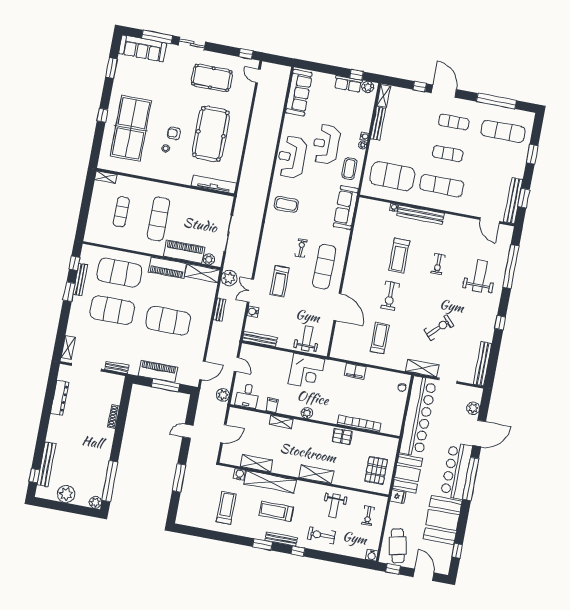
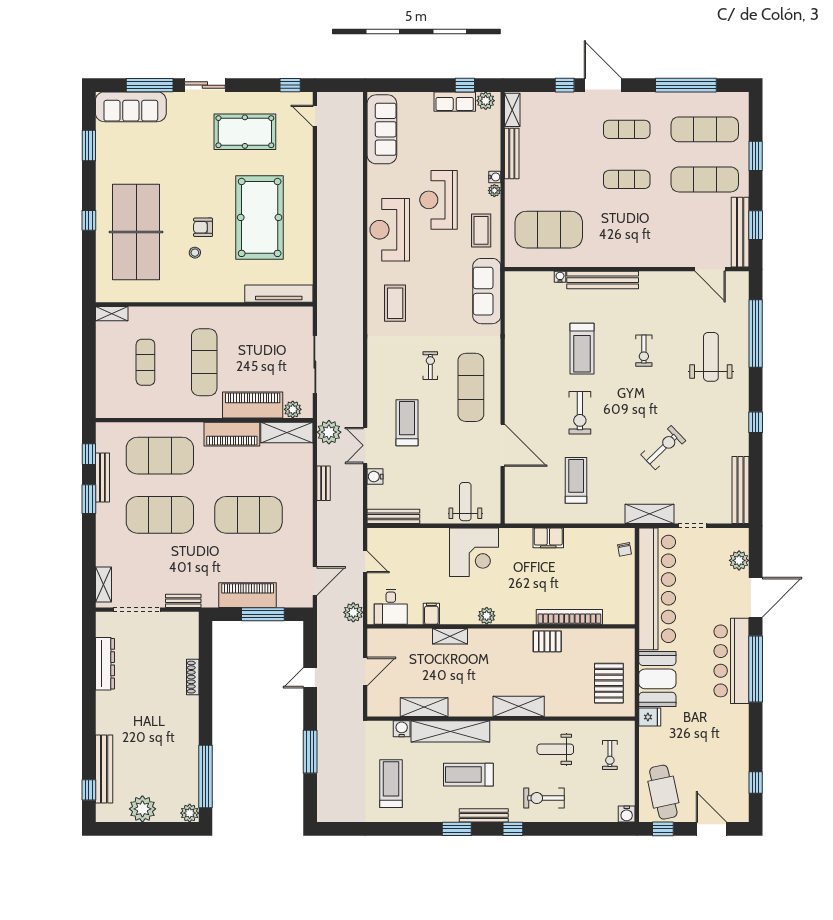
exercise mat: (442, 185) -> (705, 179), moved
coffee table: (286, 204) -> (395, 303), turned 90
treadmill: (280, 281) -> (407, 423), turned 180
weight bench: (334, 506) -> (555, 749), turned 90
booth: (443, 520) -> (725, 740), removed

